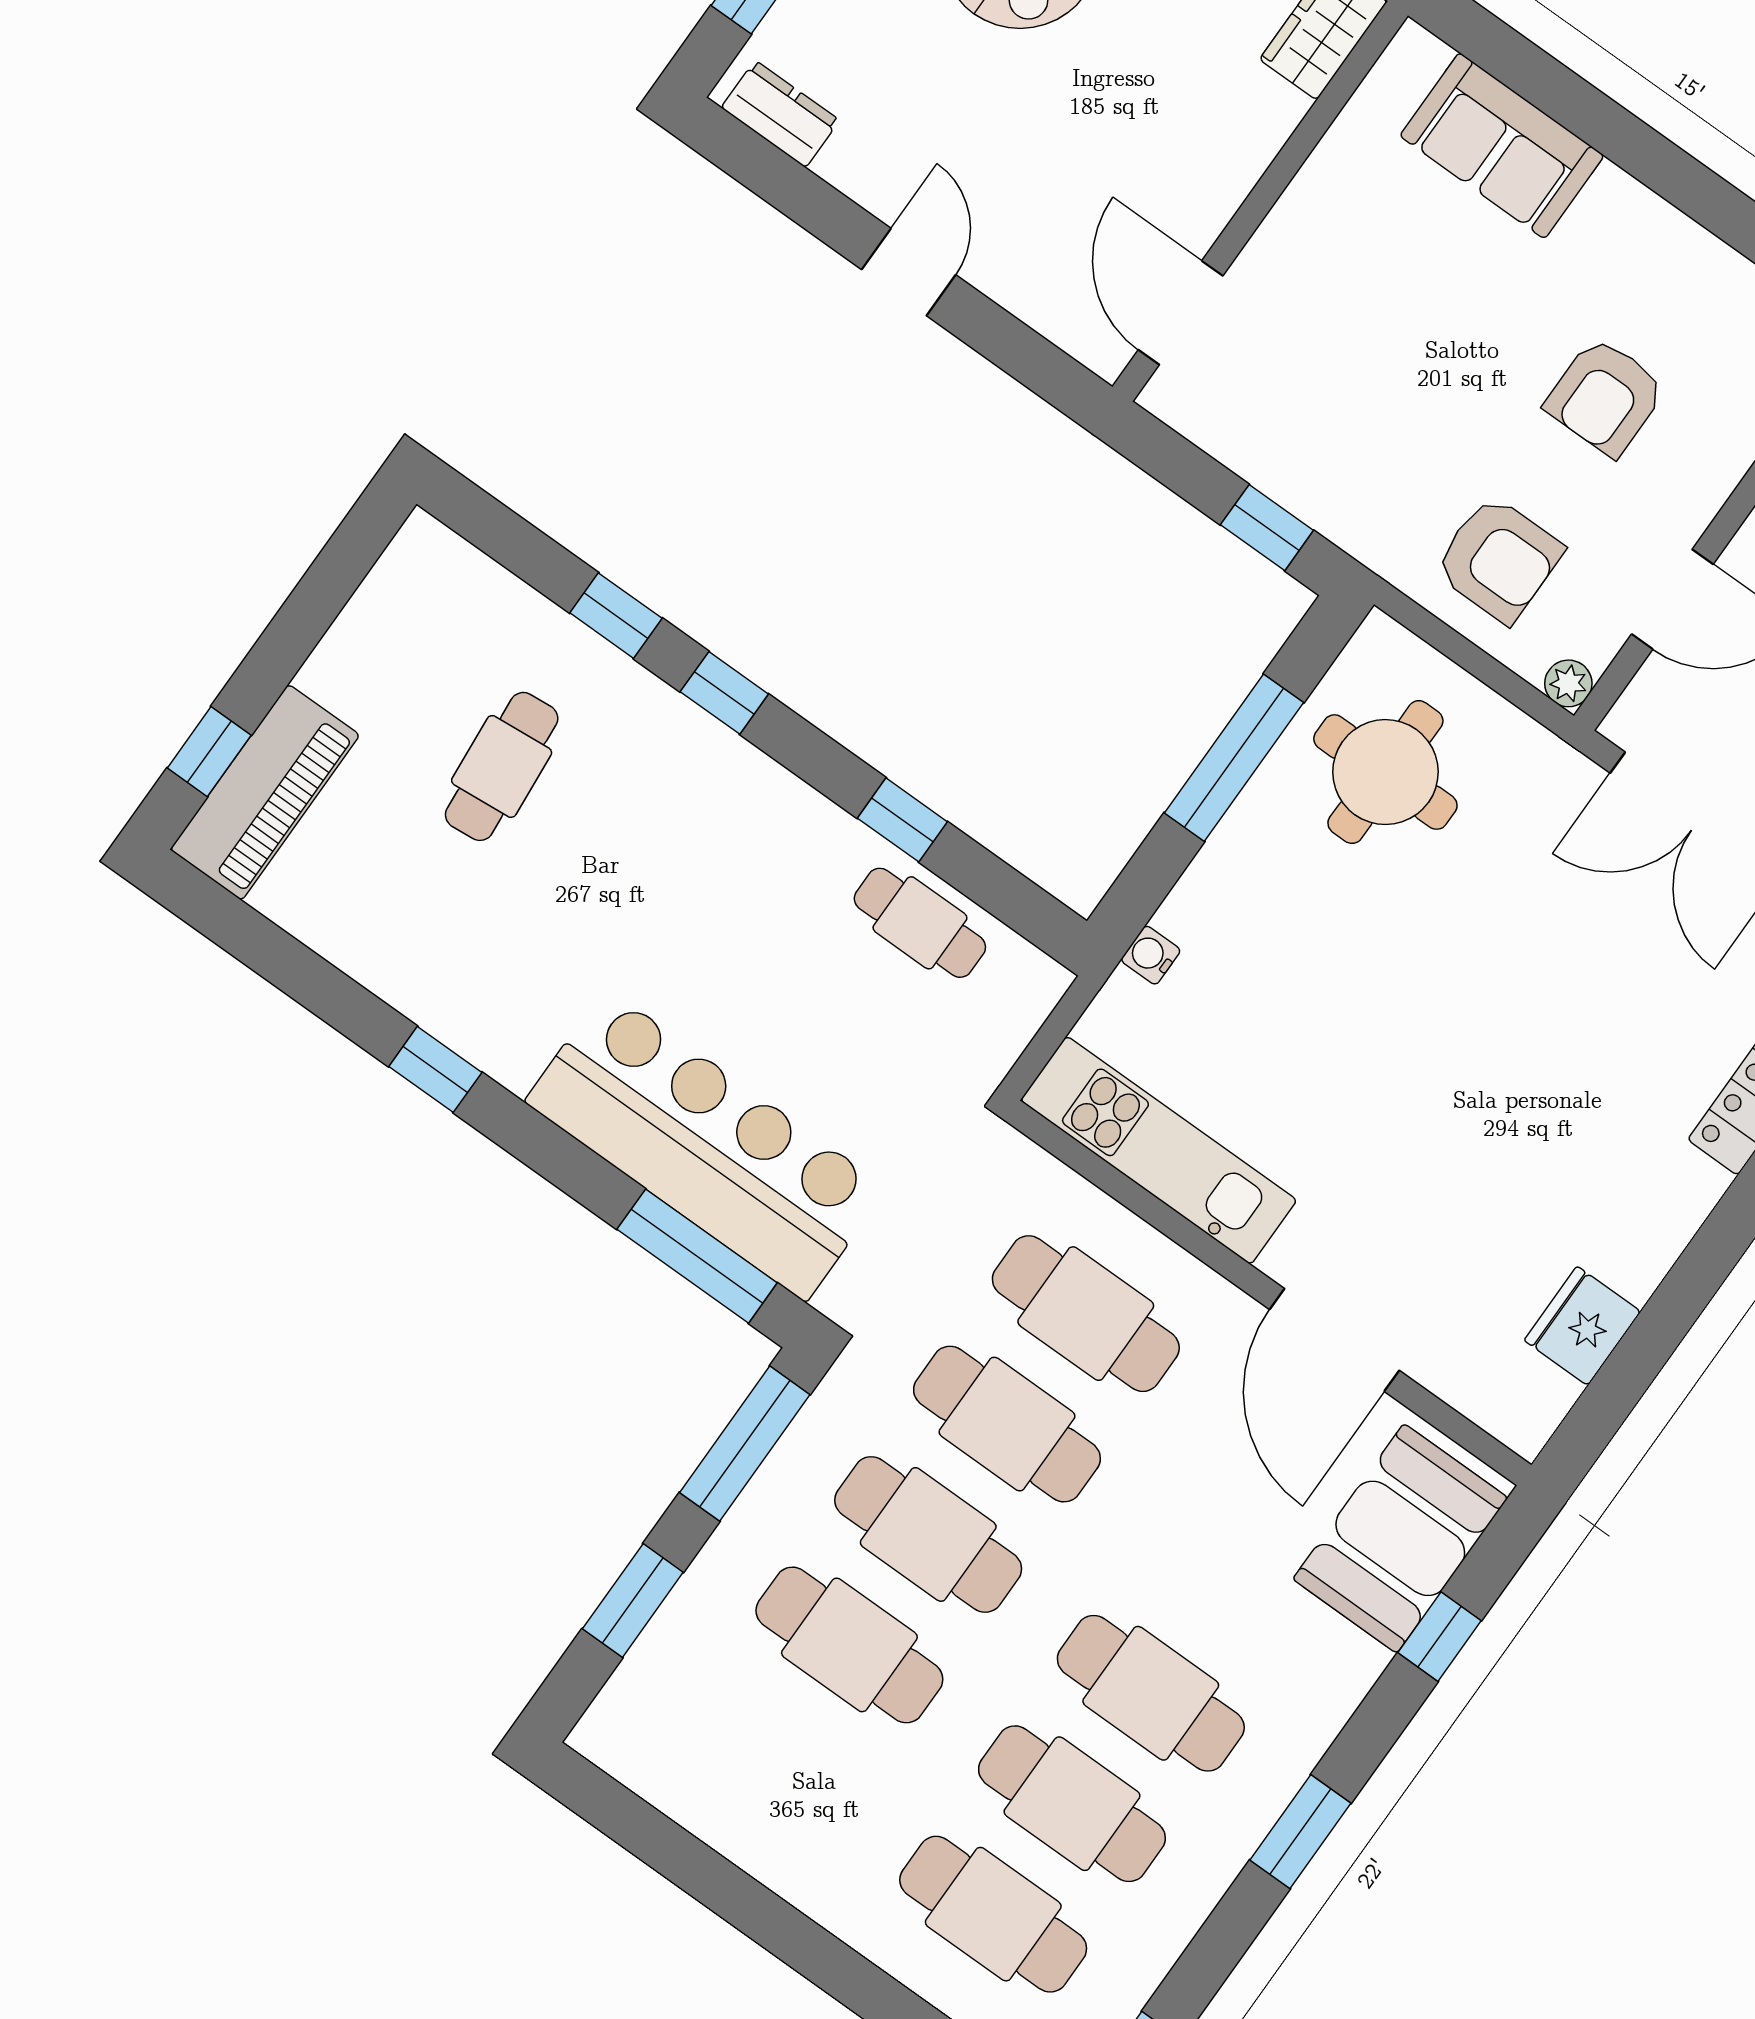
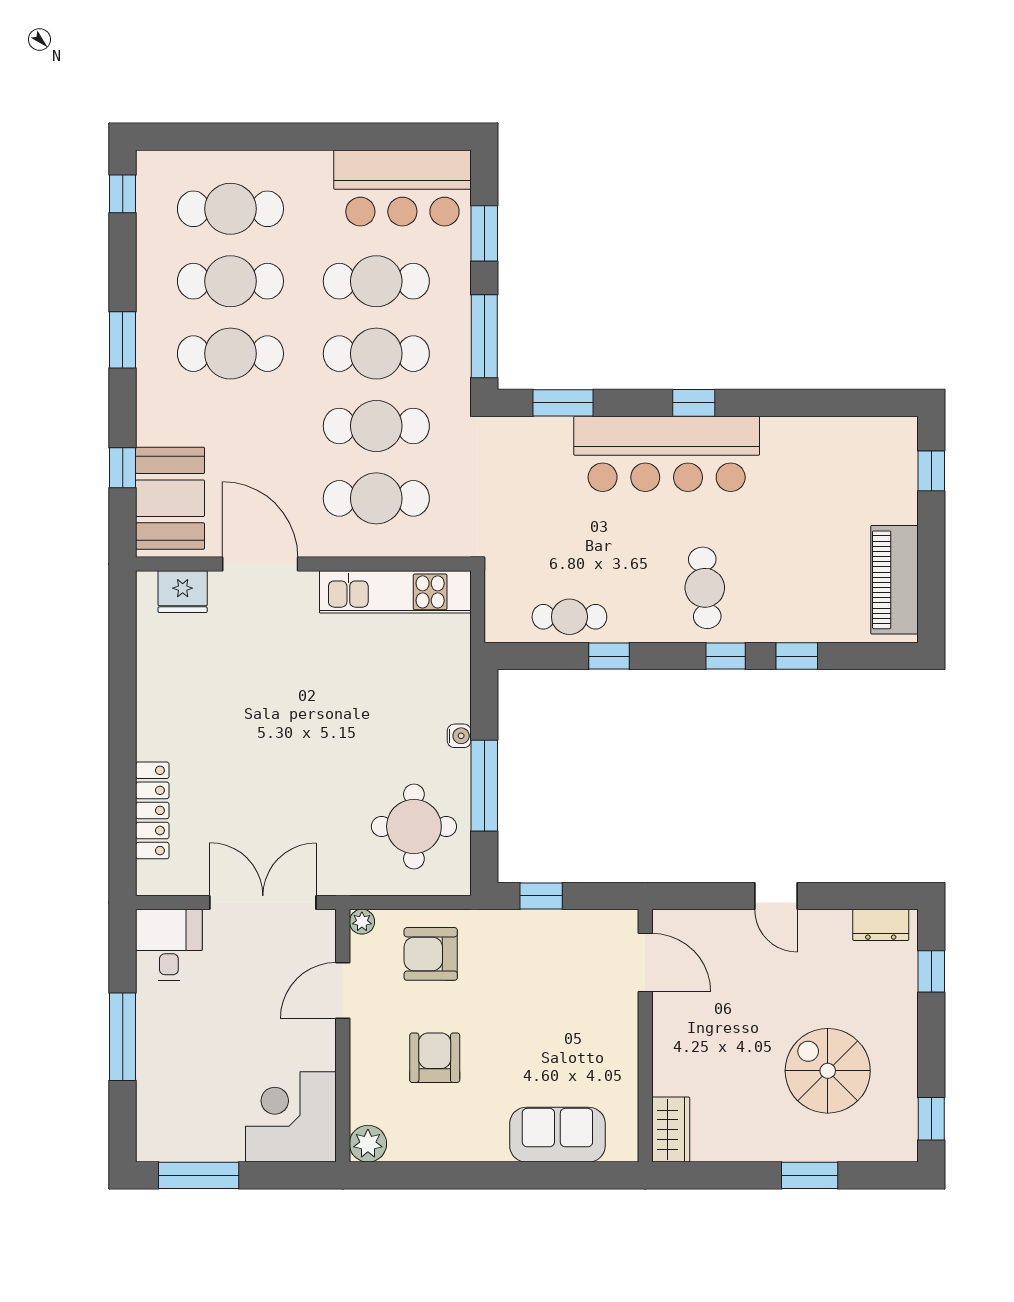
cafe table: (502, 766) -> (705, 588), moved
piano: (265, 792) -> (894, 580), moved
water cooler: (1151, 955) -> (459, 736), moved
window: (435, 1069) -> (694, 403), moved
bar counter: (706, 1145) -> (667, 454), moved
window: (697, 1256) -> (563, 403), width x0.69
fridge: (1582, 1326) -> (183, 592), moved, turned 90
bar counter: (708, 1759) -> (402, 188), added

